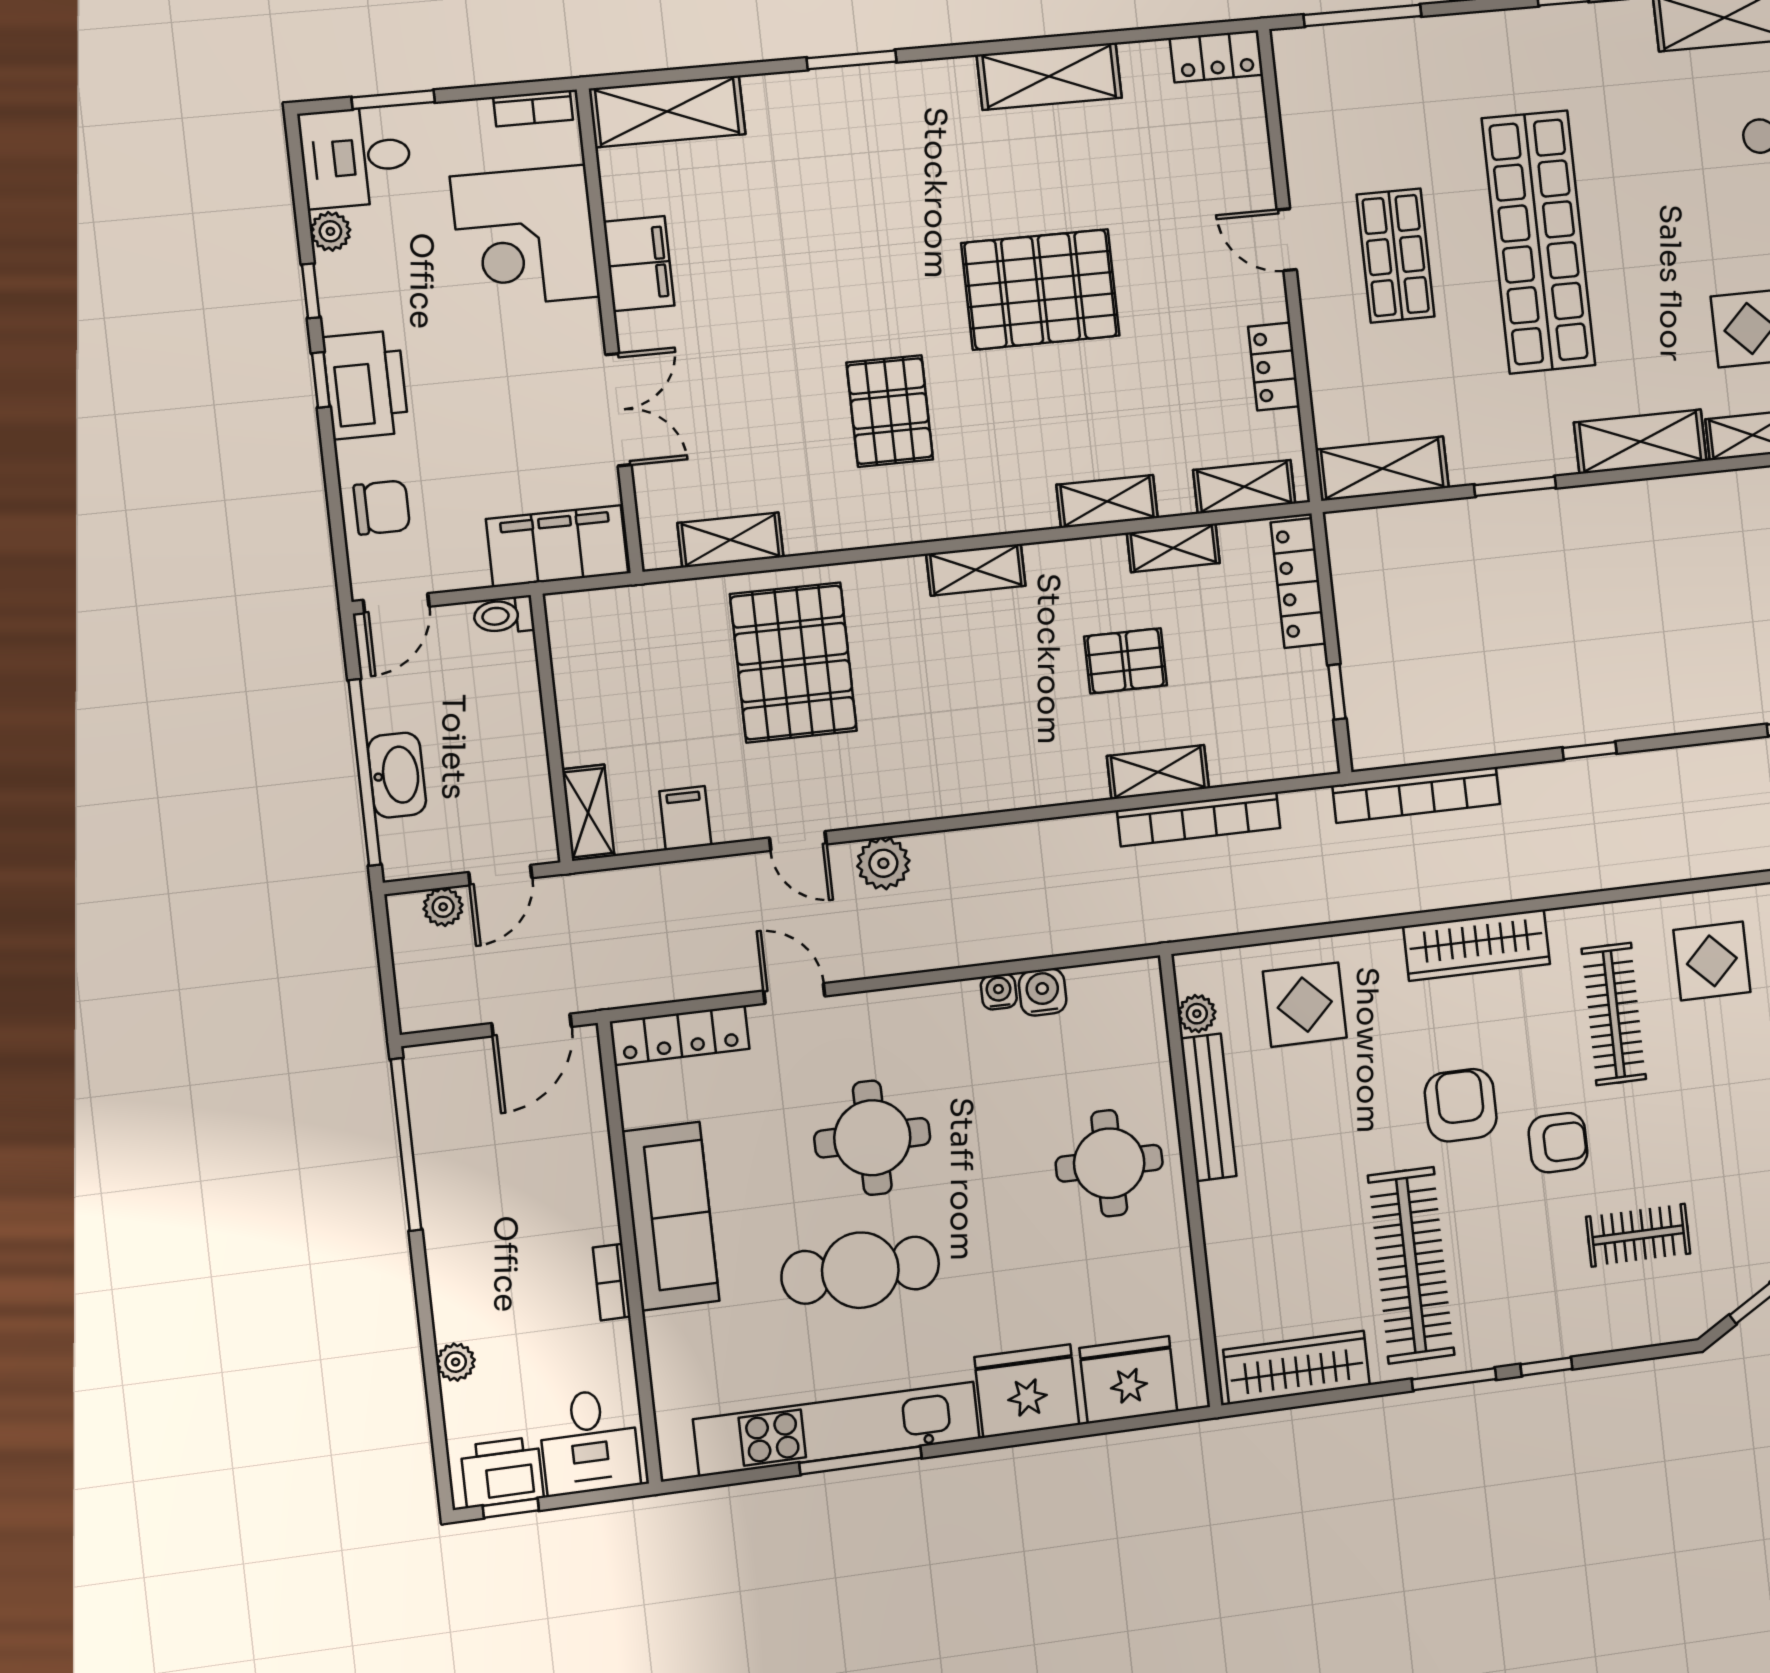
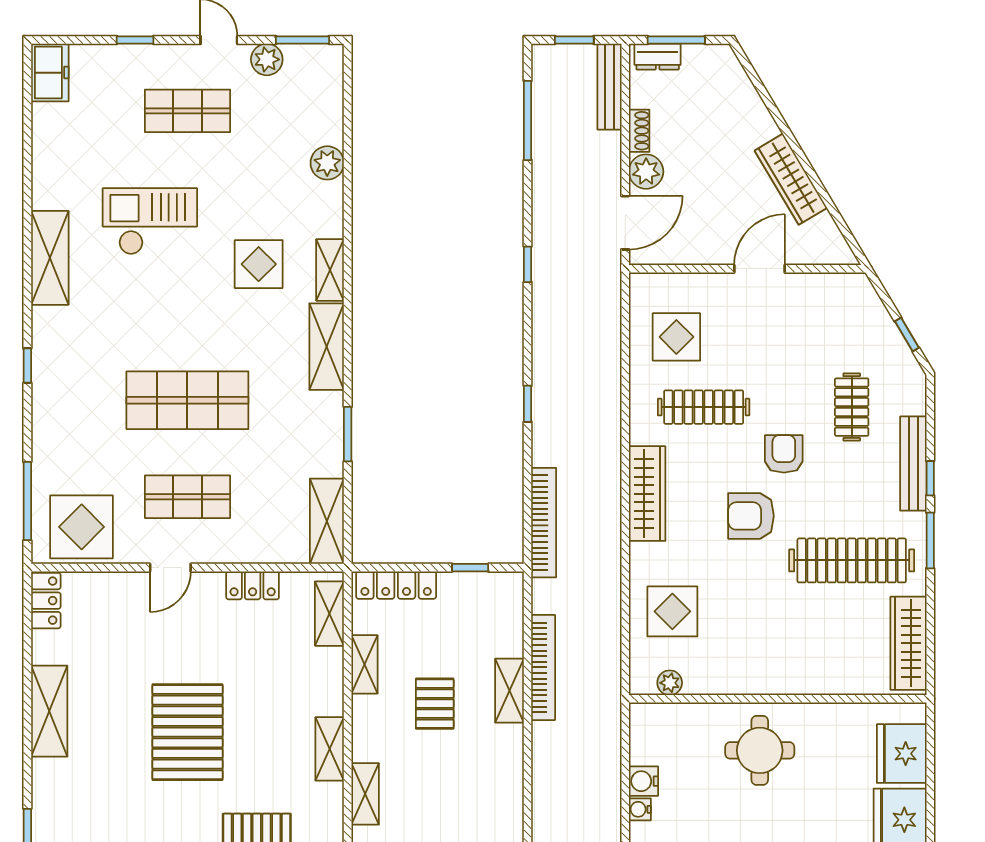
display table: (1333, 100) -> (82, 527), added
shop shelf: (1539, 242) -> (187, 400), width x0.71
shelving: (1107, 501) -> (330, 749), moved
bench: (1208, 1107) -> (913, 464), moved, turned 90

